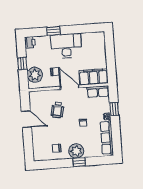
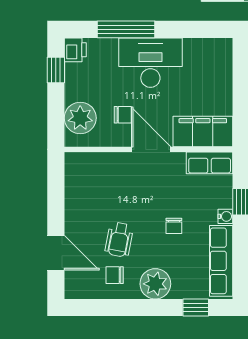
window: (53, 31) -> (126, 29), width x2.17
window: (22, 63) -> (56, 70), moved
wheelchair: (57, 110) -> (119, 240), moved
door: (26, 119) -> (56, 253), moved
window: (79, 162) -> (196, 307), moved

